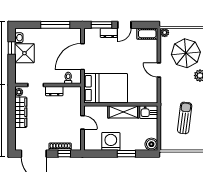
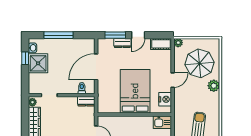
window: (55, 25) -> (58, 35), moved
door: (159, 70) -> (173, 80), swing flipped
bed: (106, 88) -> (135, 91), moved, turned -90
nightstand: (151, 89) -> (165, 99), added
dresser: (54, 91) -> (86, 101), moved
shelving: (123, 112) -> (137, 122), removed

